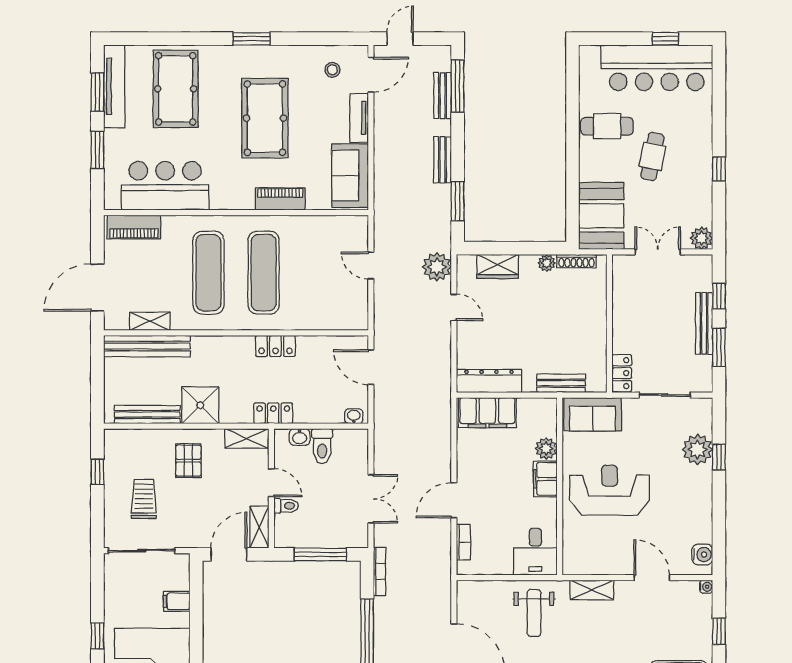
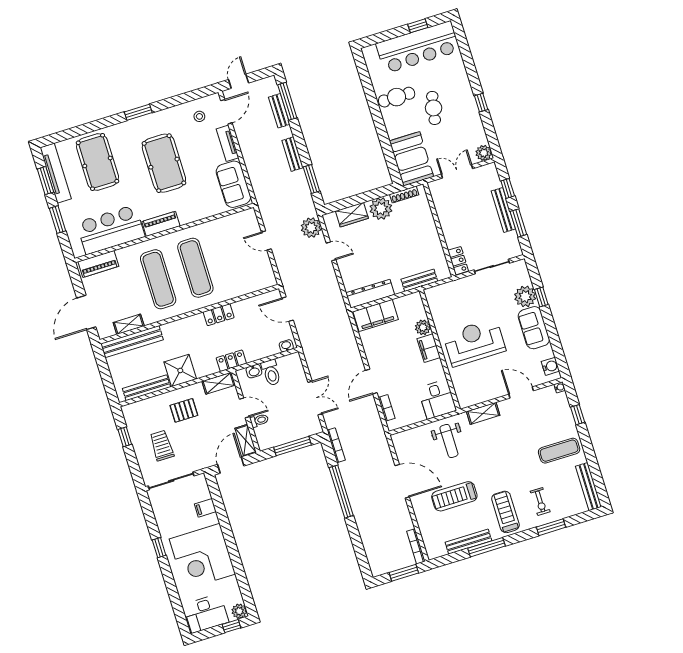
piano: (280, 199) -> (161, 224), moved
plant: (547, 263) -> (381, 209), width x1.88, depth x1.88
sofa: (593, 414) -> (534, 328), moved, turned 90
pallet: (188, 461) -> (184, 410), turned 90

